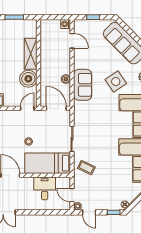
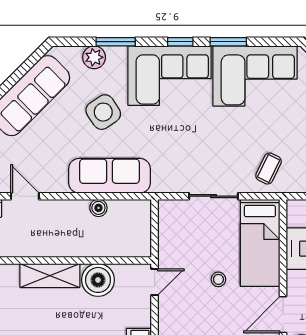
door: (72, 41) -> (25, 196), hinge flipped
sofa: (83, 85) -> (110, 176), width x1.36
door: (27, 108) -> (155, 282), swing flipped
door: (56, 108) -> (155, 226), removed

